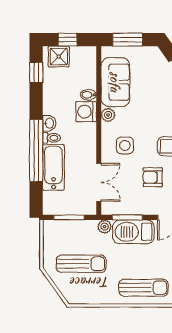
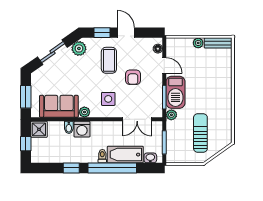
shower: (59, 57) -> (39, 129), moved
window: (36, 73) -> (71, 168), moved
washbasin: (49, 123) -> (150, 158), moved
double door: (99, 182) -> (137, 119), swing flipped
sun lounger: (144, 288) -> (219, 84), removed

